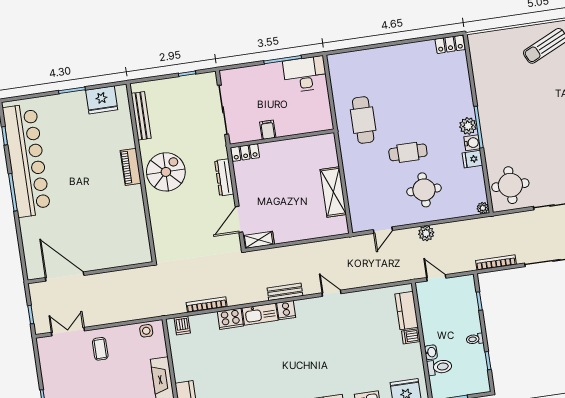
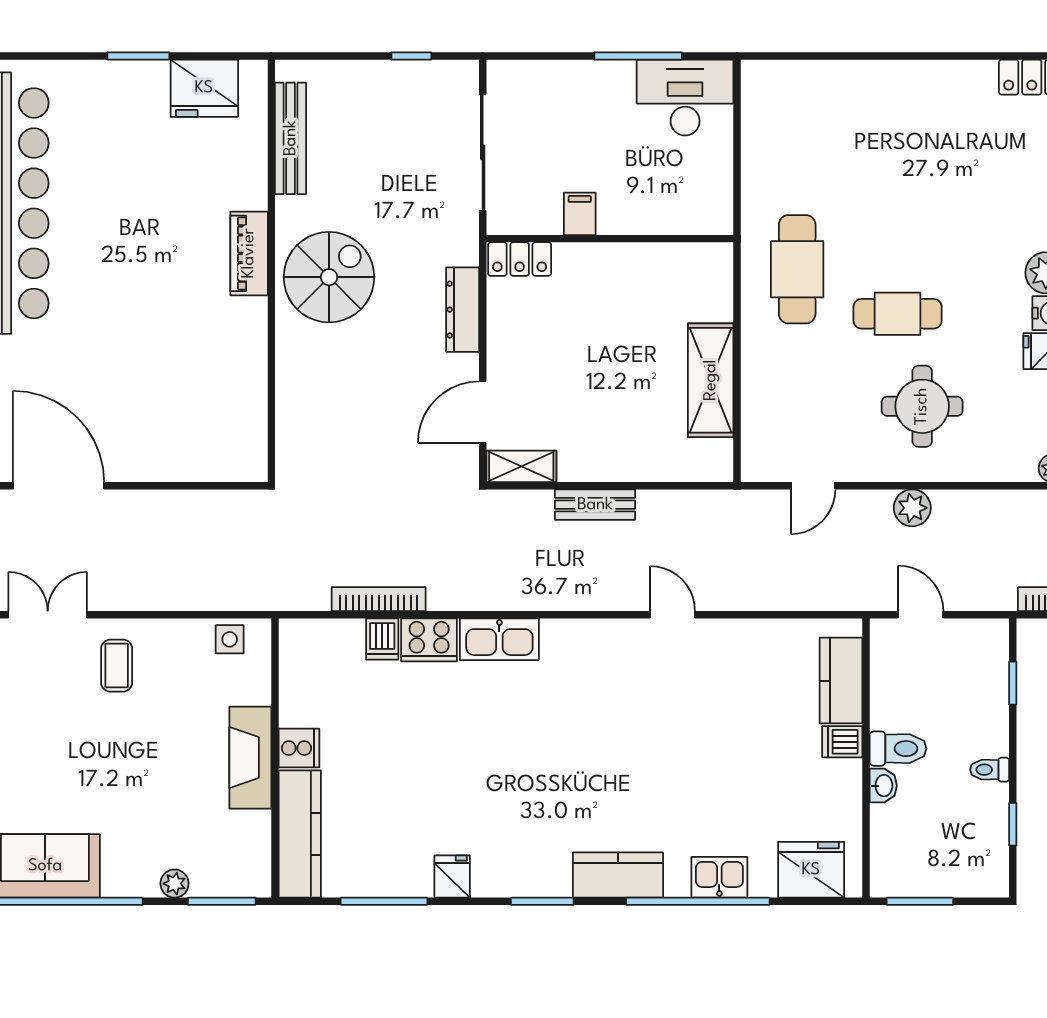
cafe table: (363, 120) -> (797, 269), moved
bench: (285, 292) -> (595, 505), moved
cooker: (286, 310) -> (299, 748), moved, turned -90
dishwasher: (182, 325) -> (382, 639), moved
toilet: (439, 367) -> (898, 749), moved

